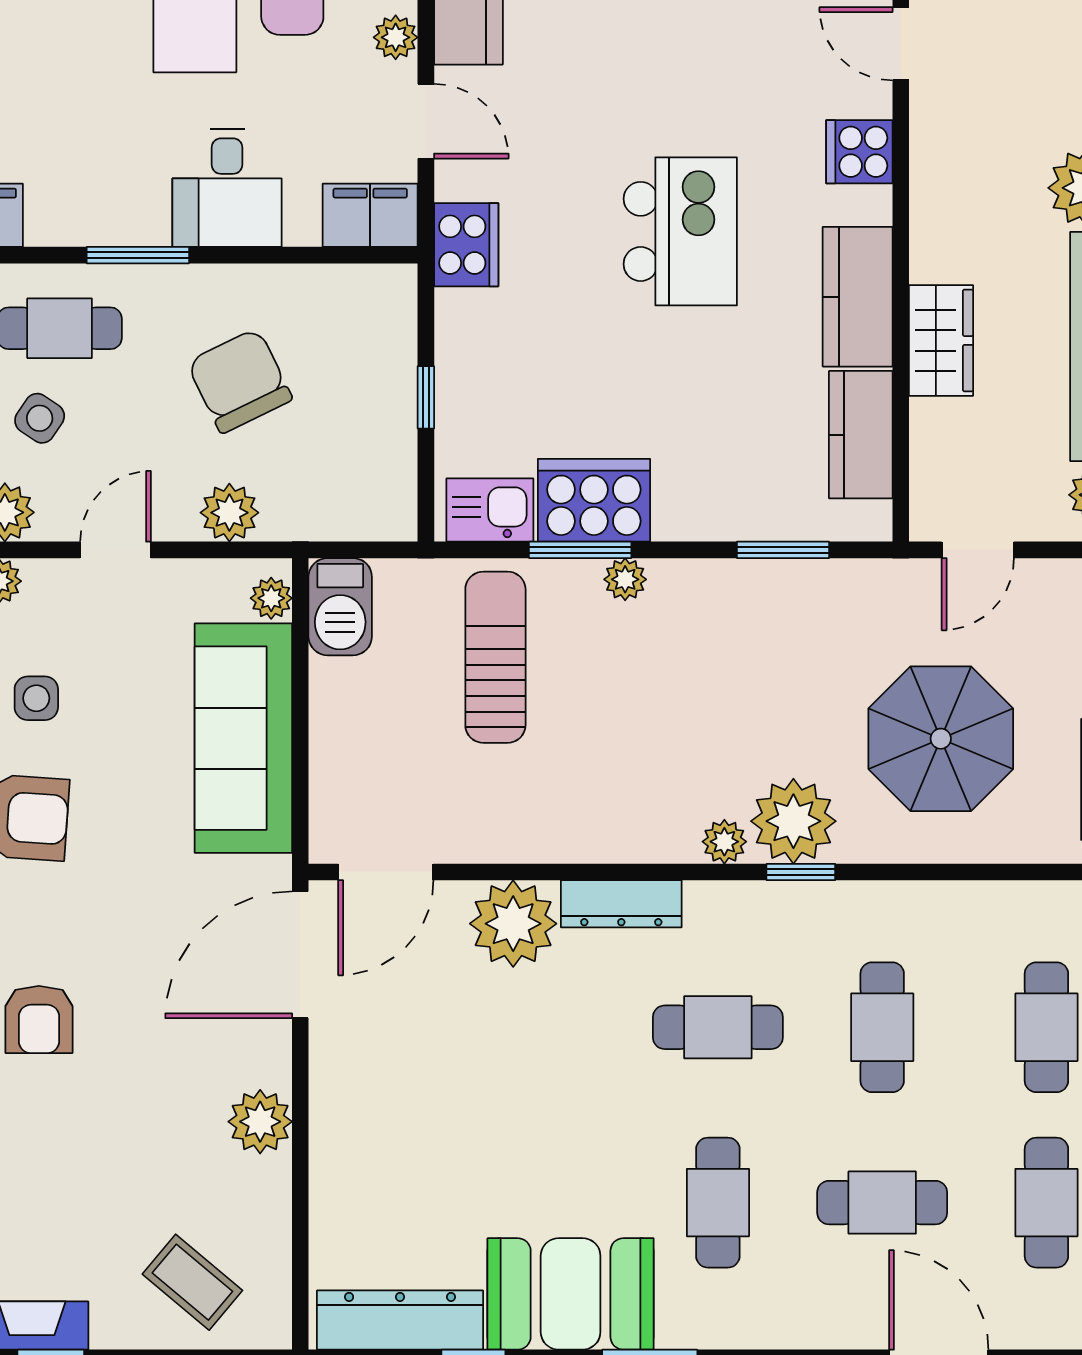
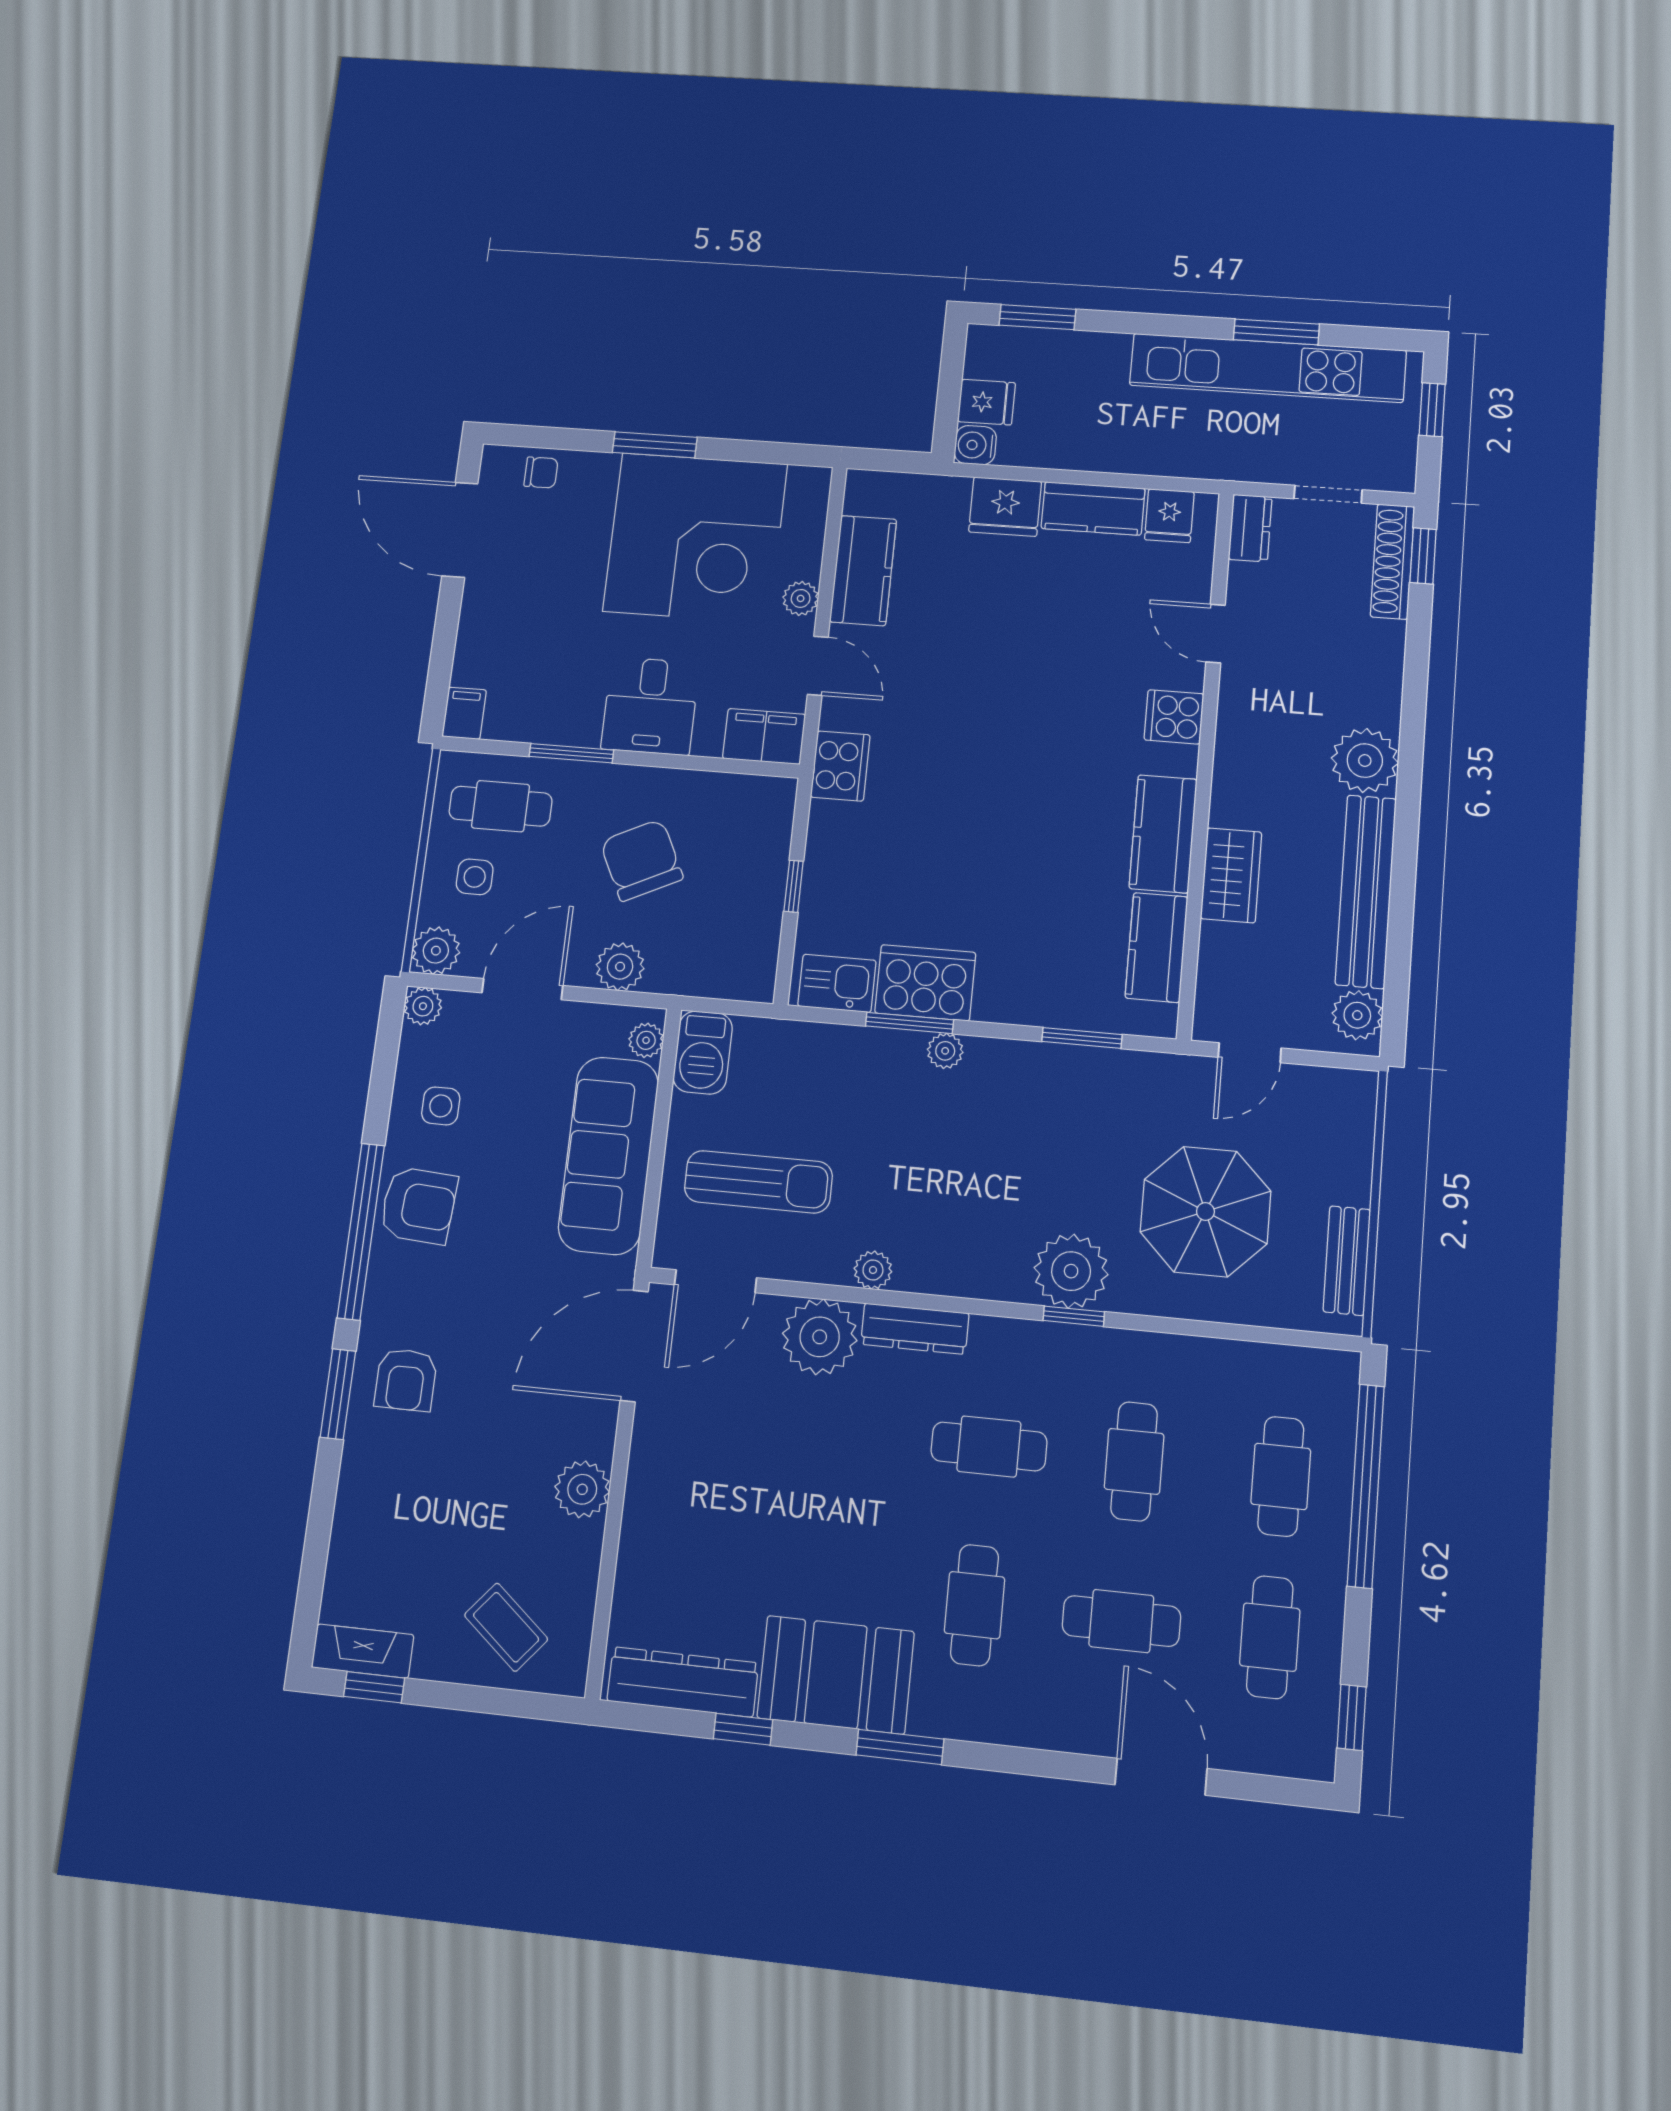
kitchen island: (680, 231) -> (1019, 769), removed
side table: (40, 418) -> (475, 877), turned -34
door: (116, 550) -> (522, 989), width x1.38
sun lounger: (495, 657) -> (758, 1182), moved, turned 90
plant: (724, 842) -> (873, 1270), moved

